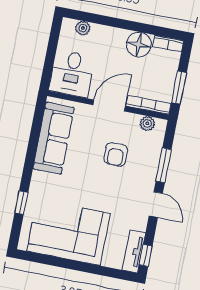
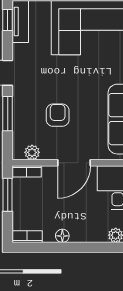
floor lamp: (139, 45) -> (62, 236), width x0.53, depth x0.53
bookcase: (148, 105) -> (27, 171), width x0.64

